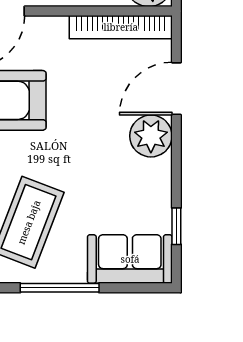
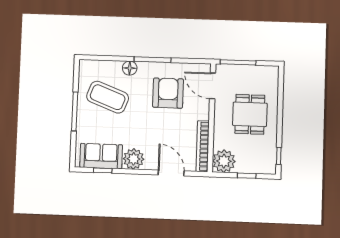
plant: (151, 136) -> (134, 159), moved
sofa: (130, 259) -> (101, 156), moved, turned -90

